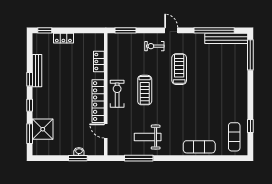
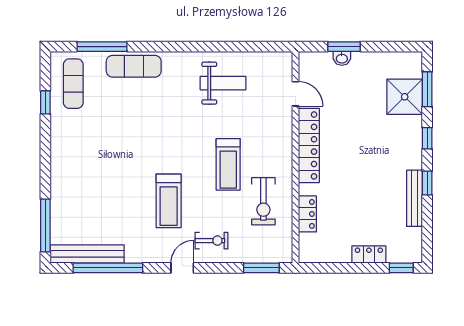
door: (171, 30) -> (182, 268), swing flipped
treadmill: (145, 90) -> (228, 164), turned 180
exercise bike: (117, 94) -> (263, 201), moved
window: (139, 158) -> (102, 47), moved

